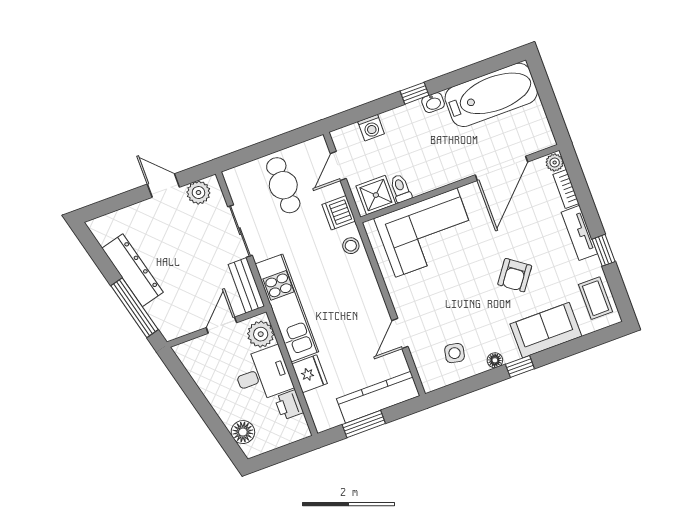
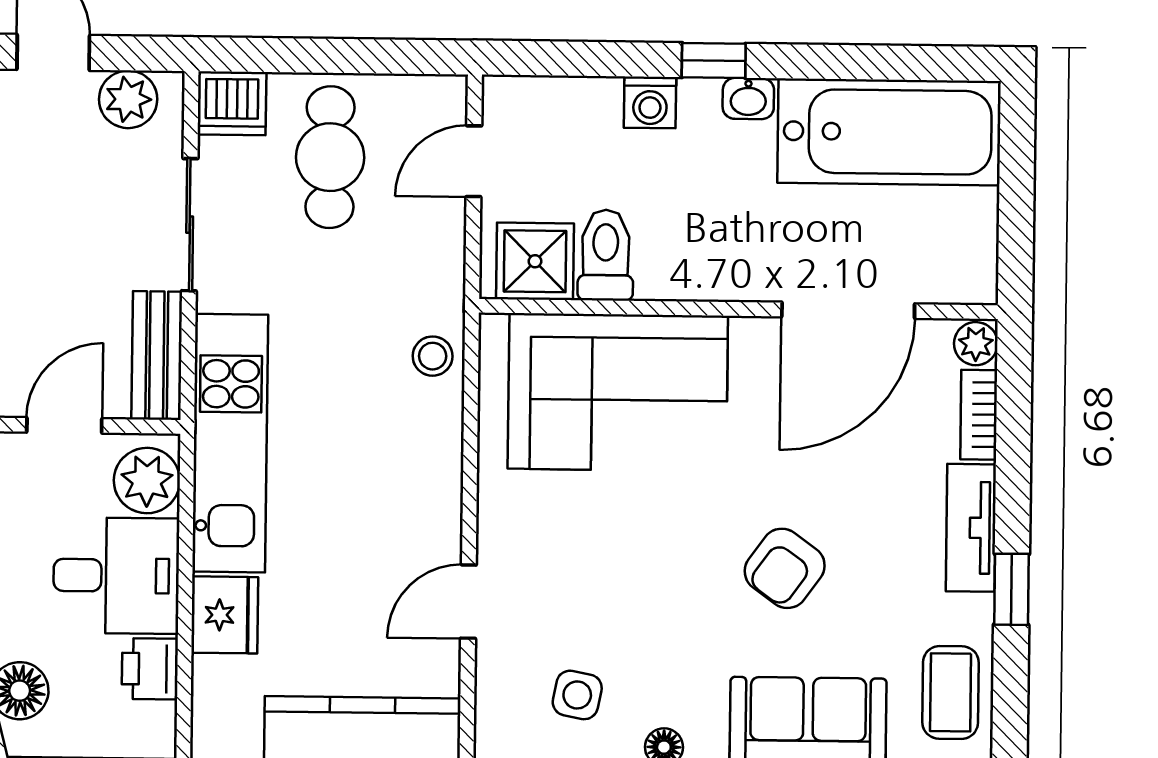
washing machine: (371, 128) -> (650, 102), moved
toilet: (401, 188) -> (606, 255), width x1.37, depth x1.39
dishwasher: (339, 213) -> (232, 103), moved, turned -90

